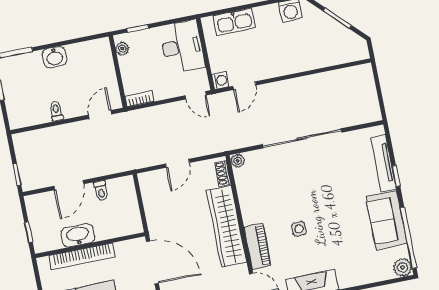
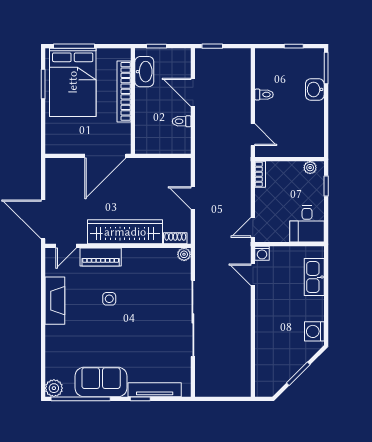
desk: (182, 47) -> (307, 224), width x0.73
washbasin: (55, 57) -> (315, 89), moved
washbasin: (78, 235) -> (144, 72), moved

